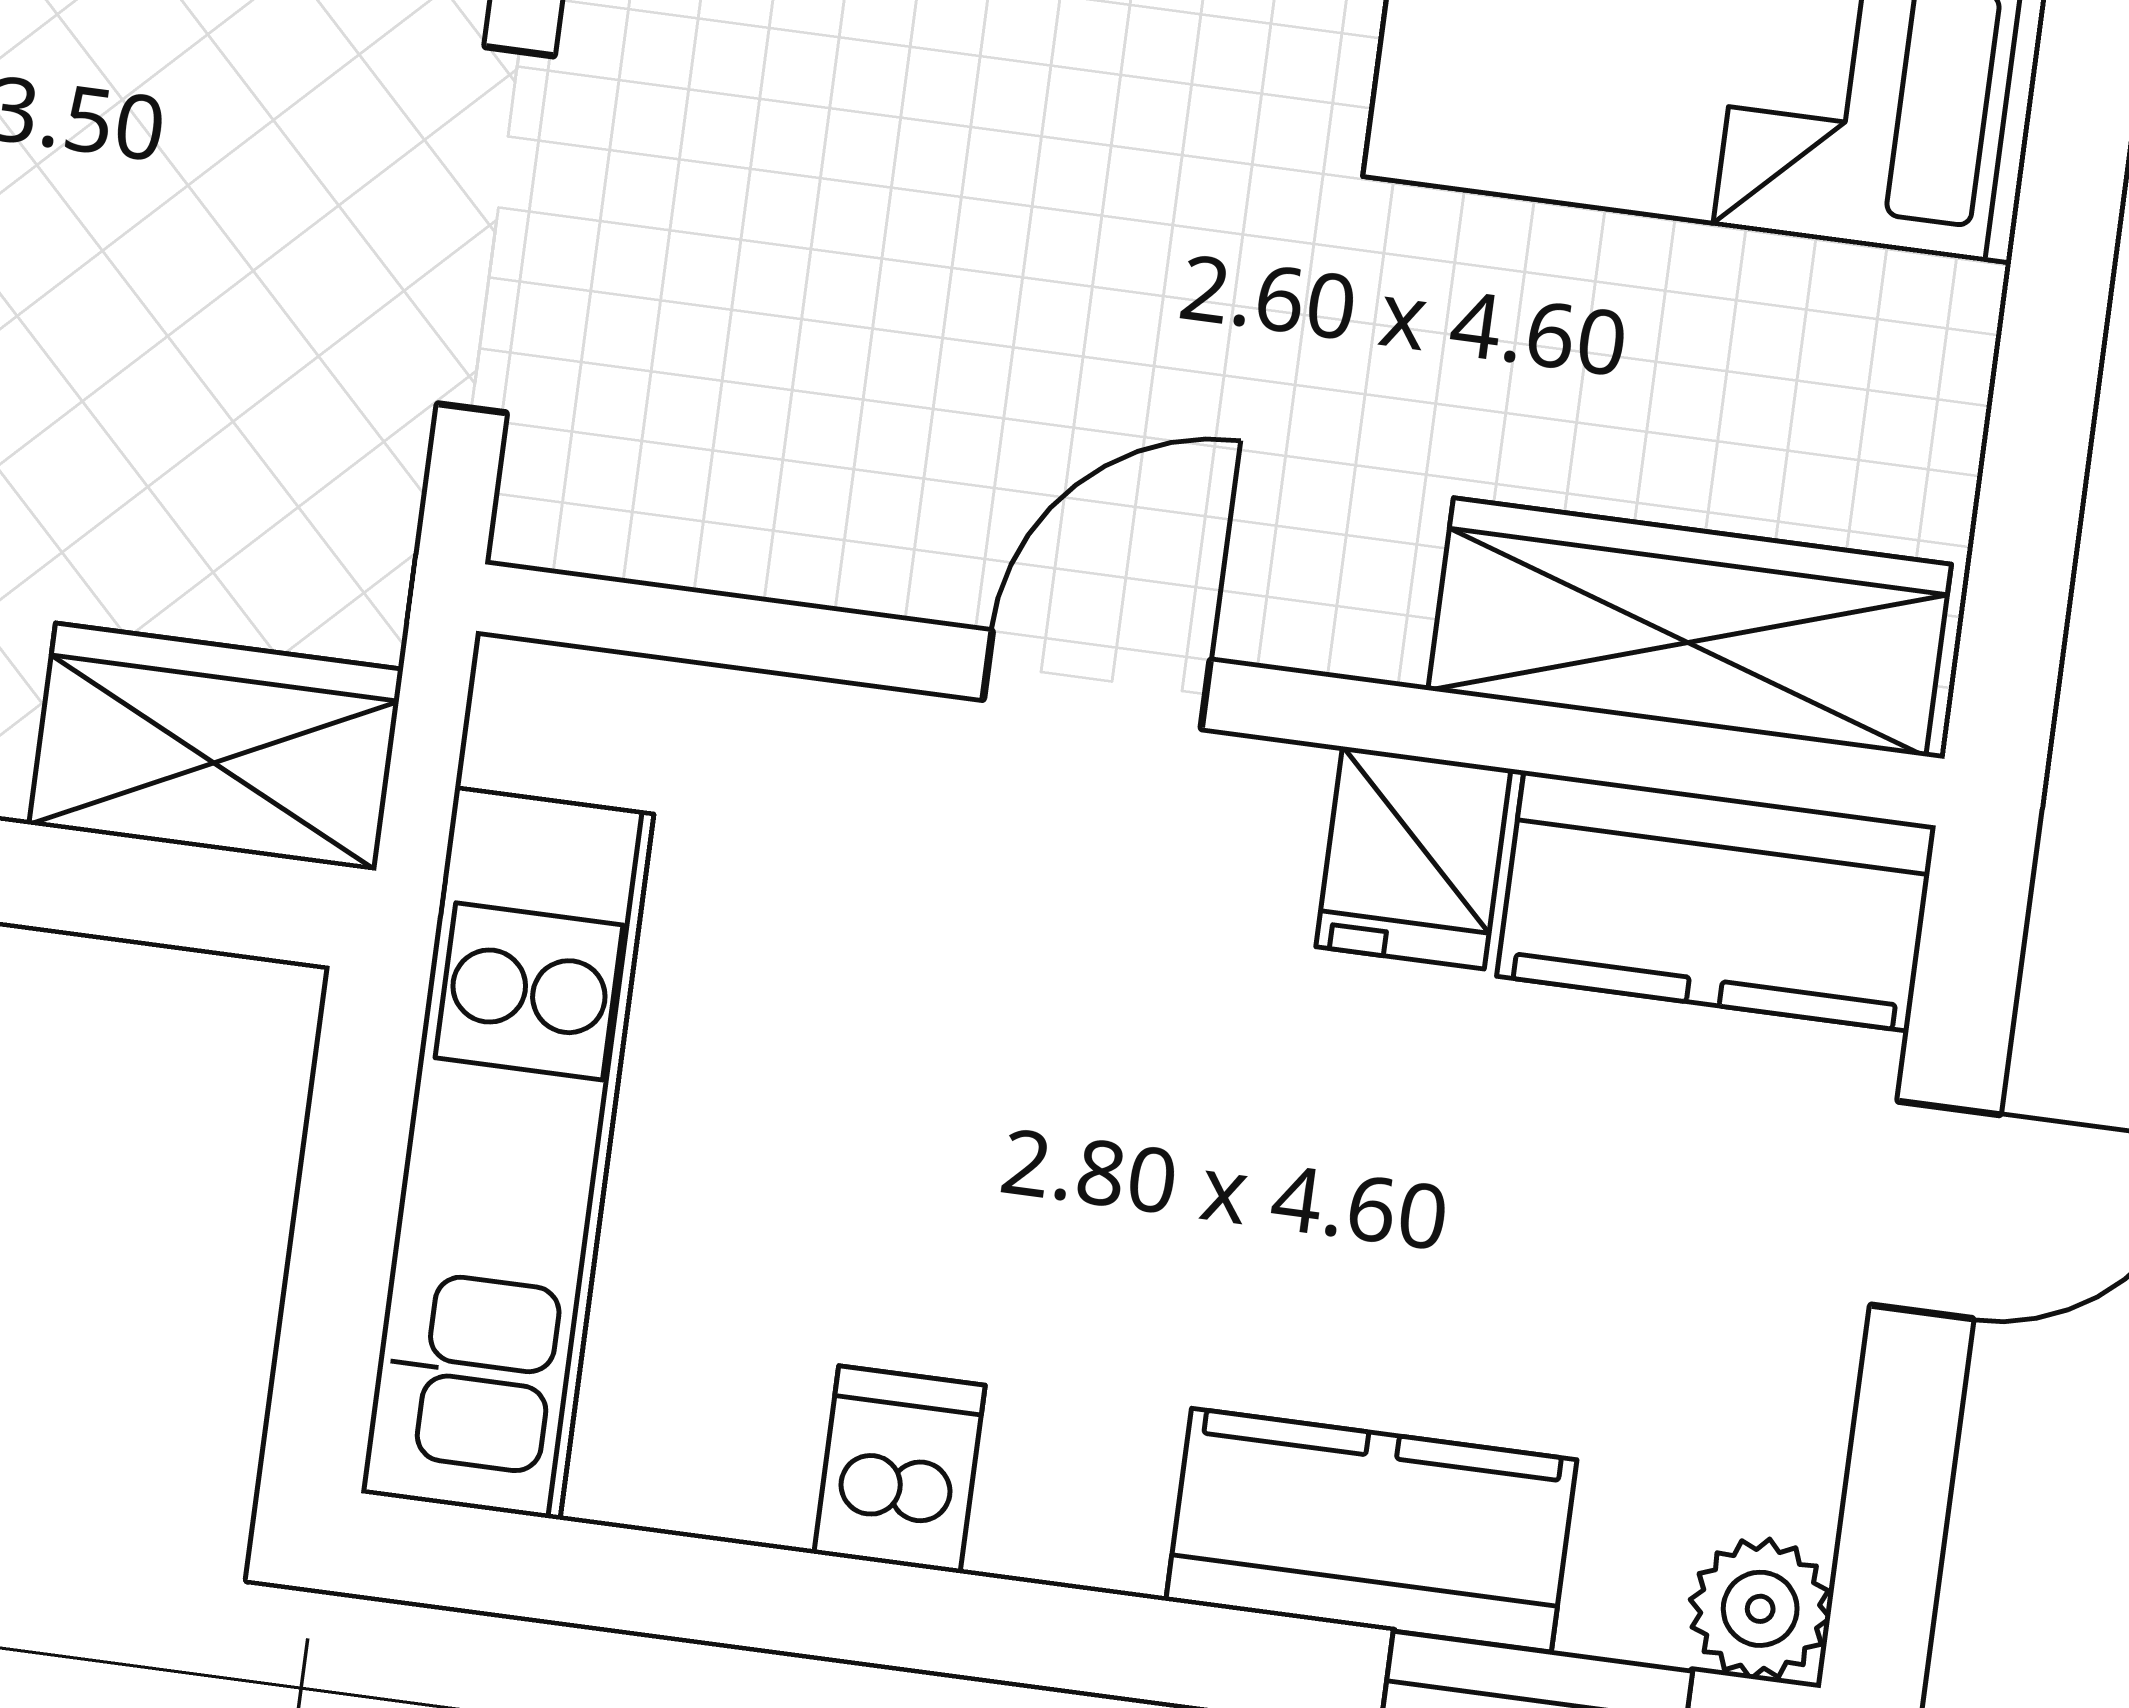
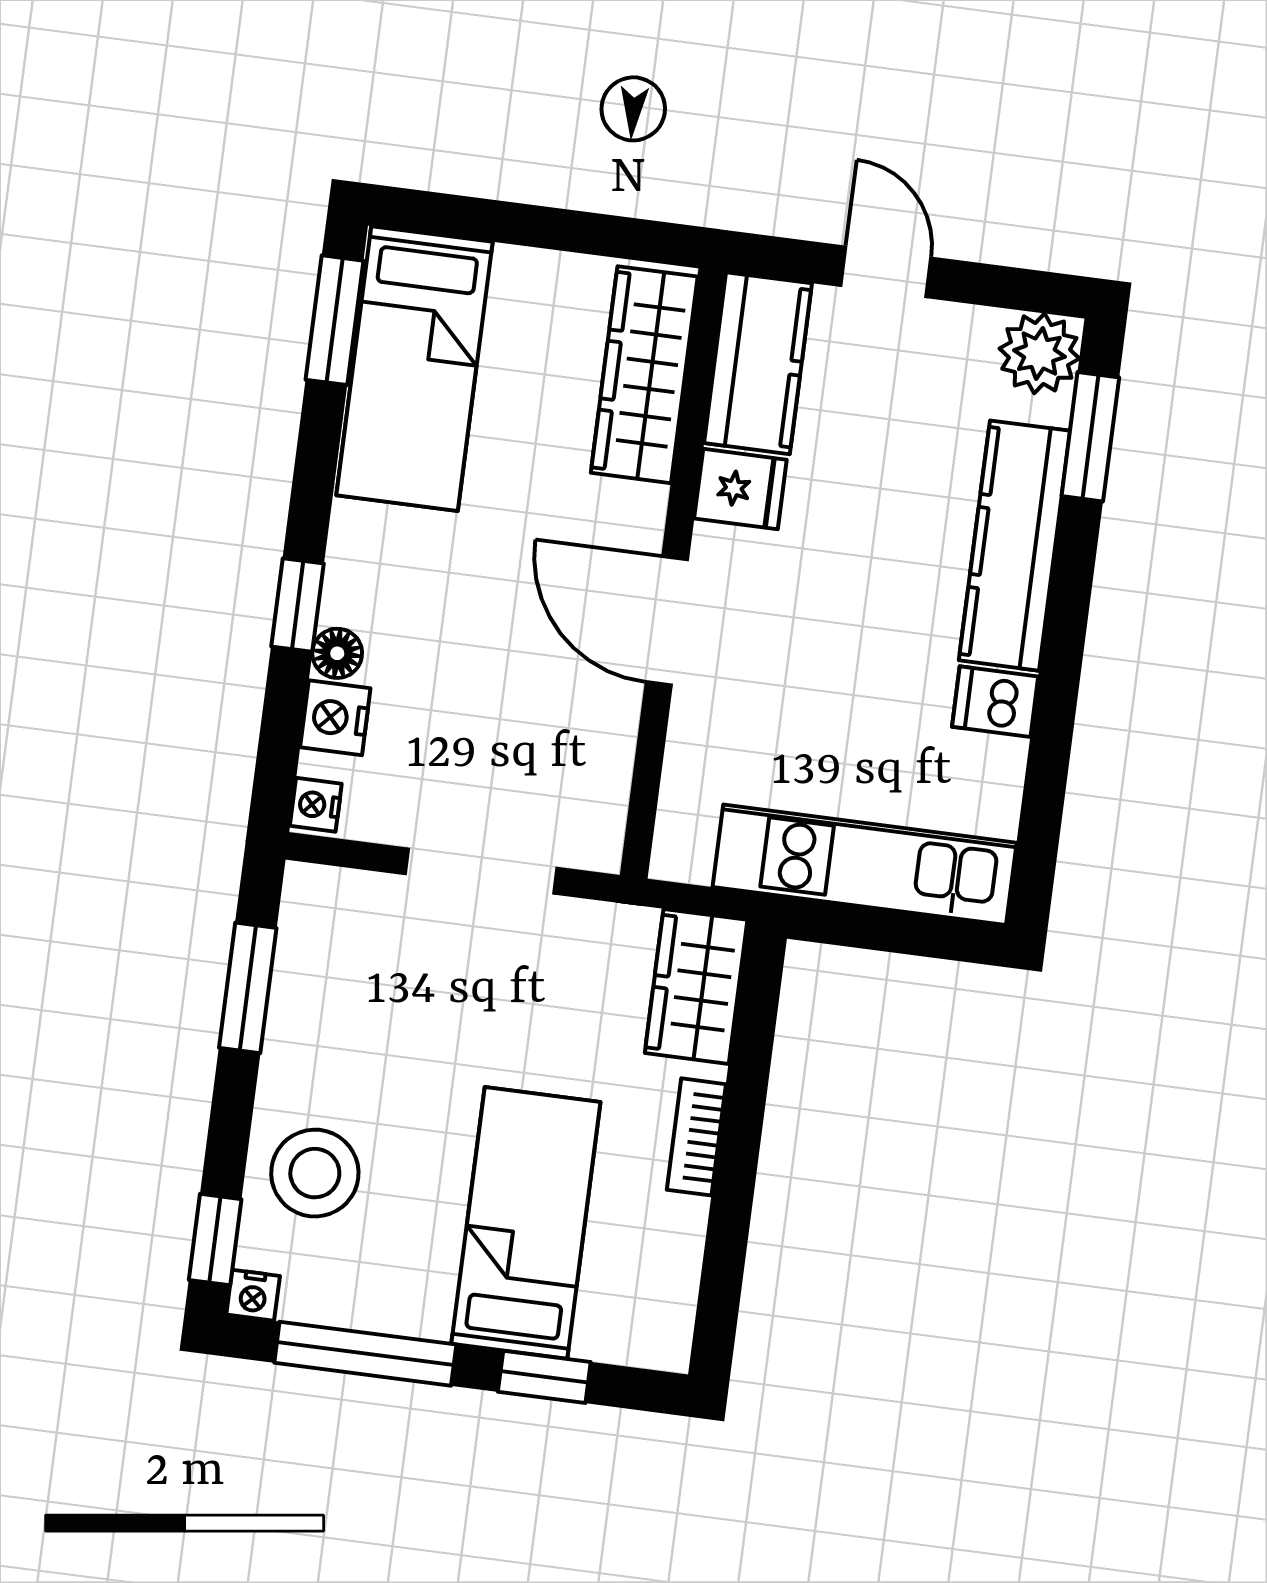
door: (1097, 680) -> (667, 621), width x1.38
kitchen counter: (1371, 1530) -> (1014, 546), width x1.50
plant: (1760, 1609) -> (1039, 353), width x1.38, depth x1.38

